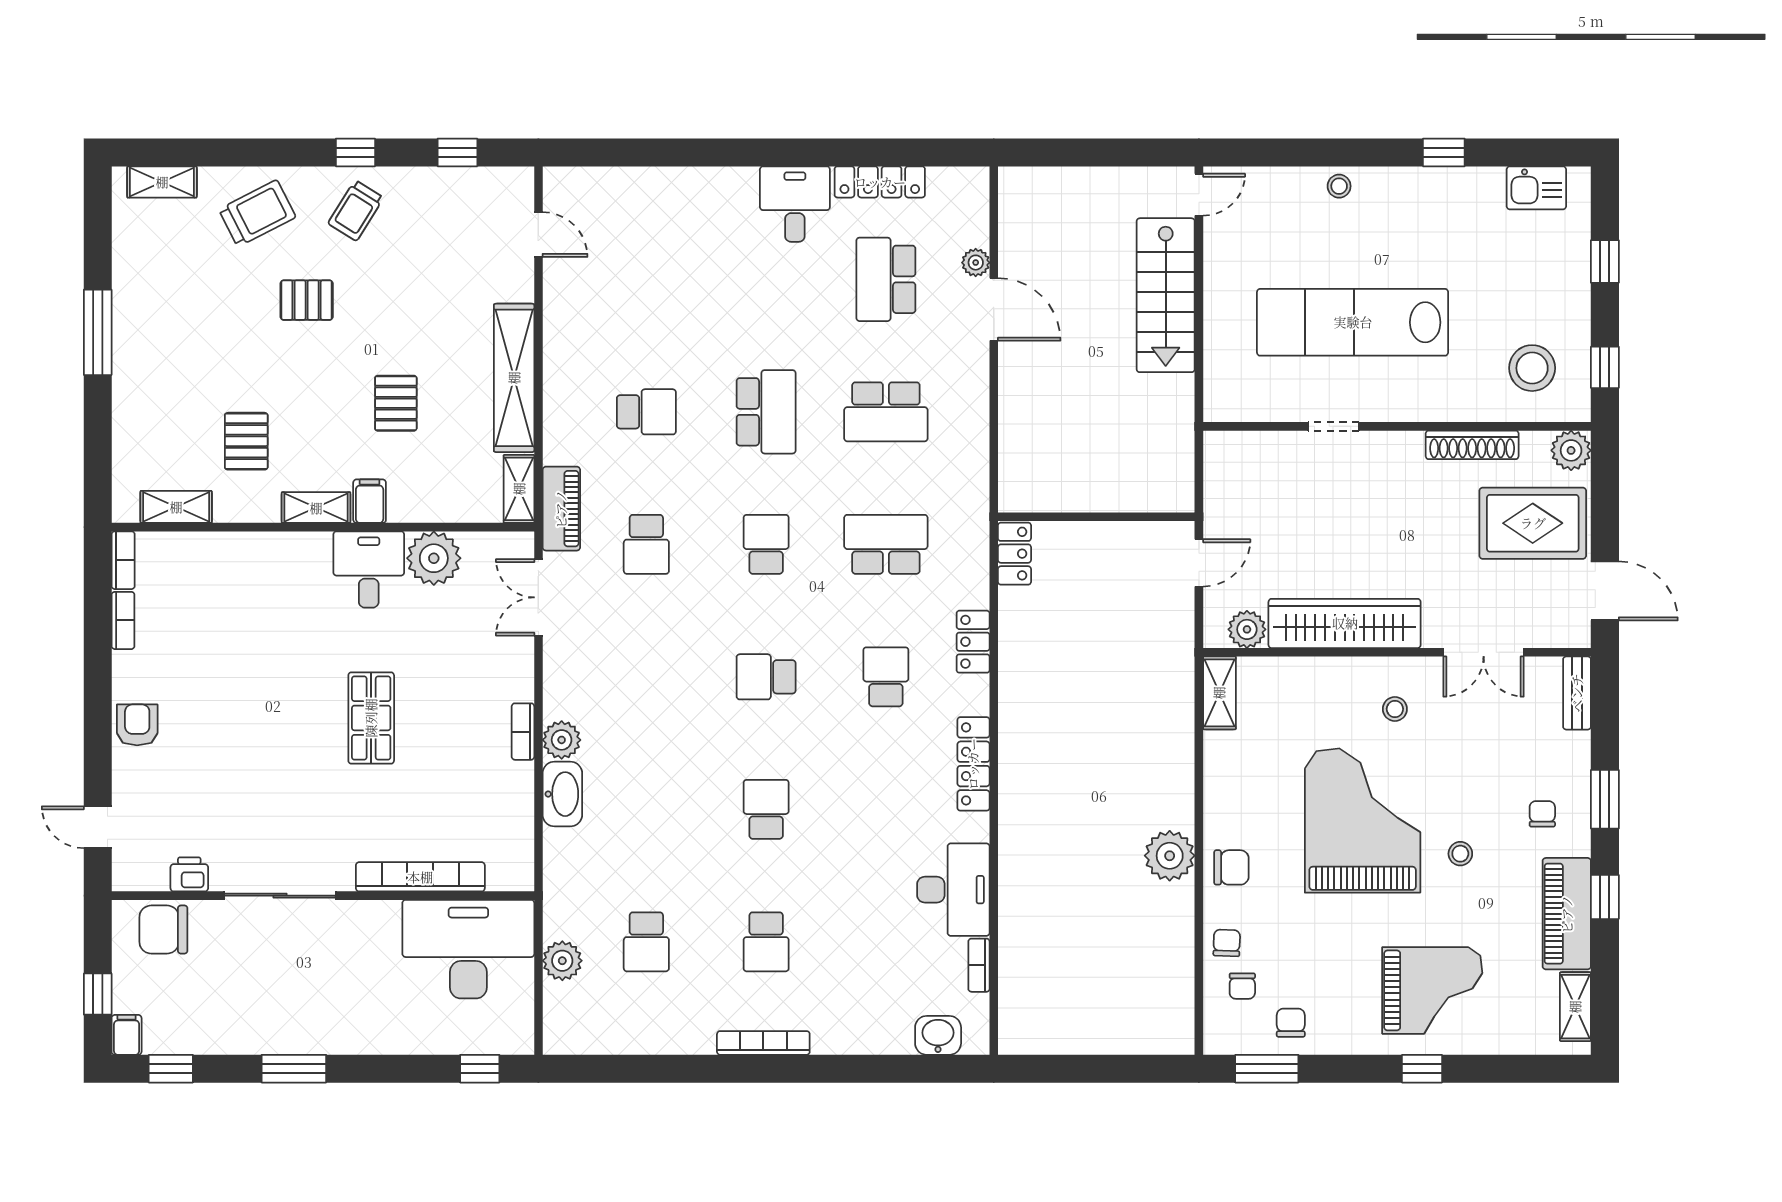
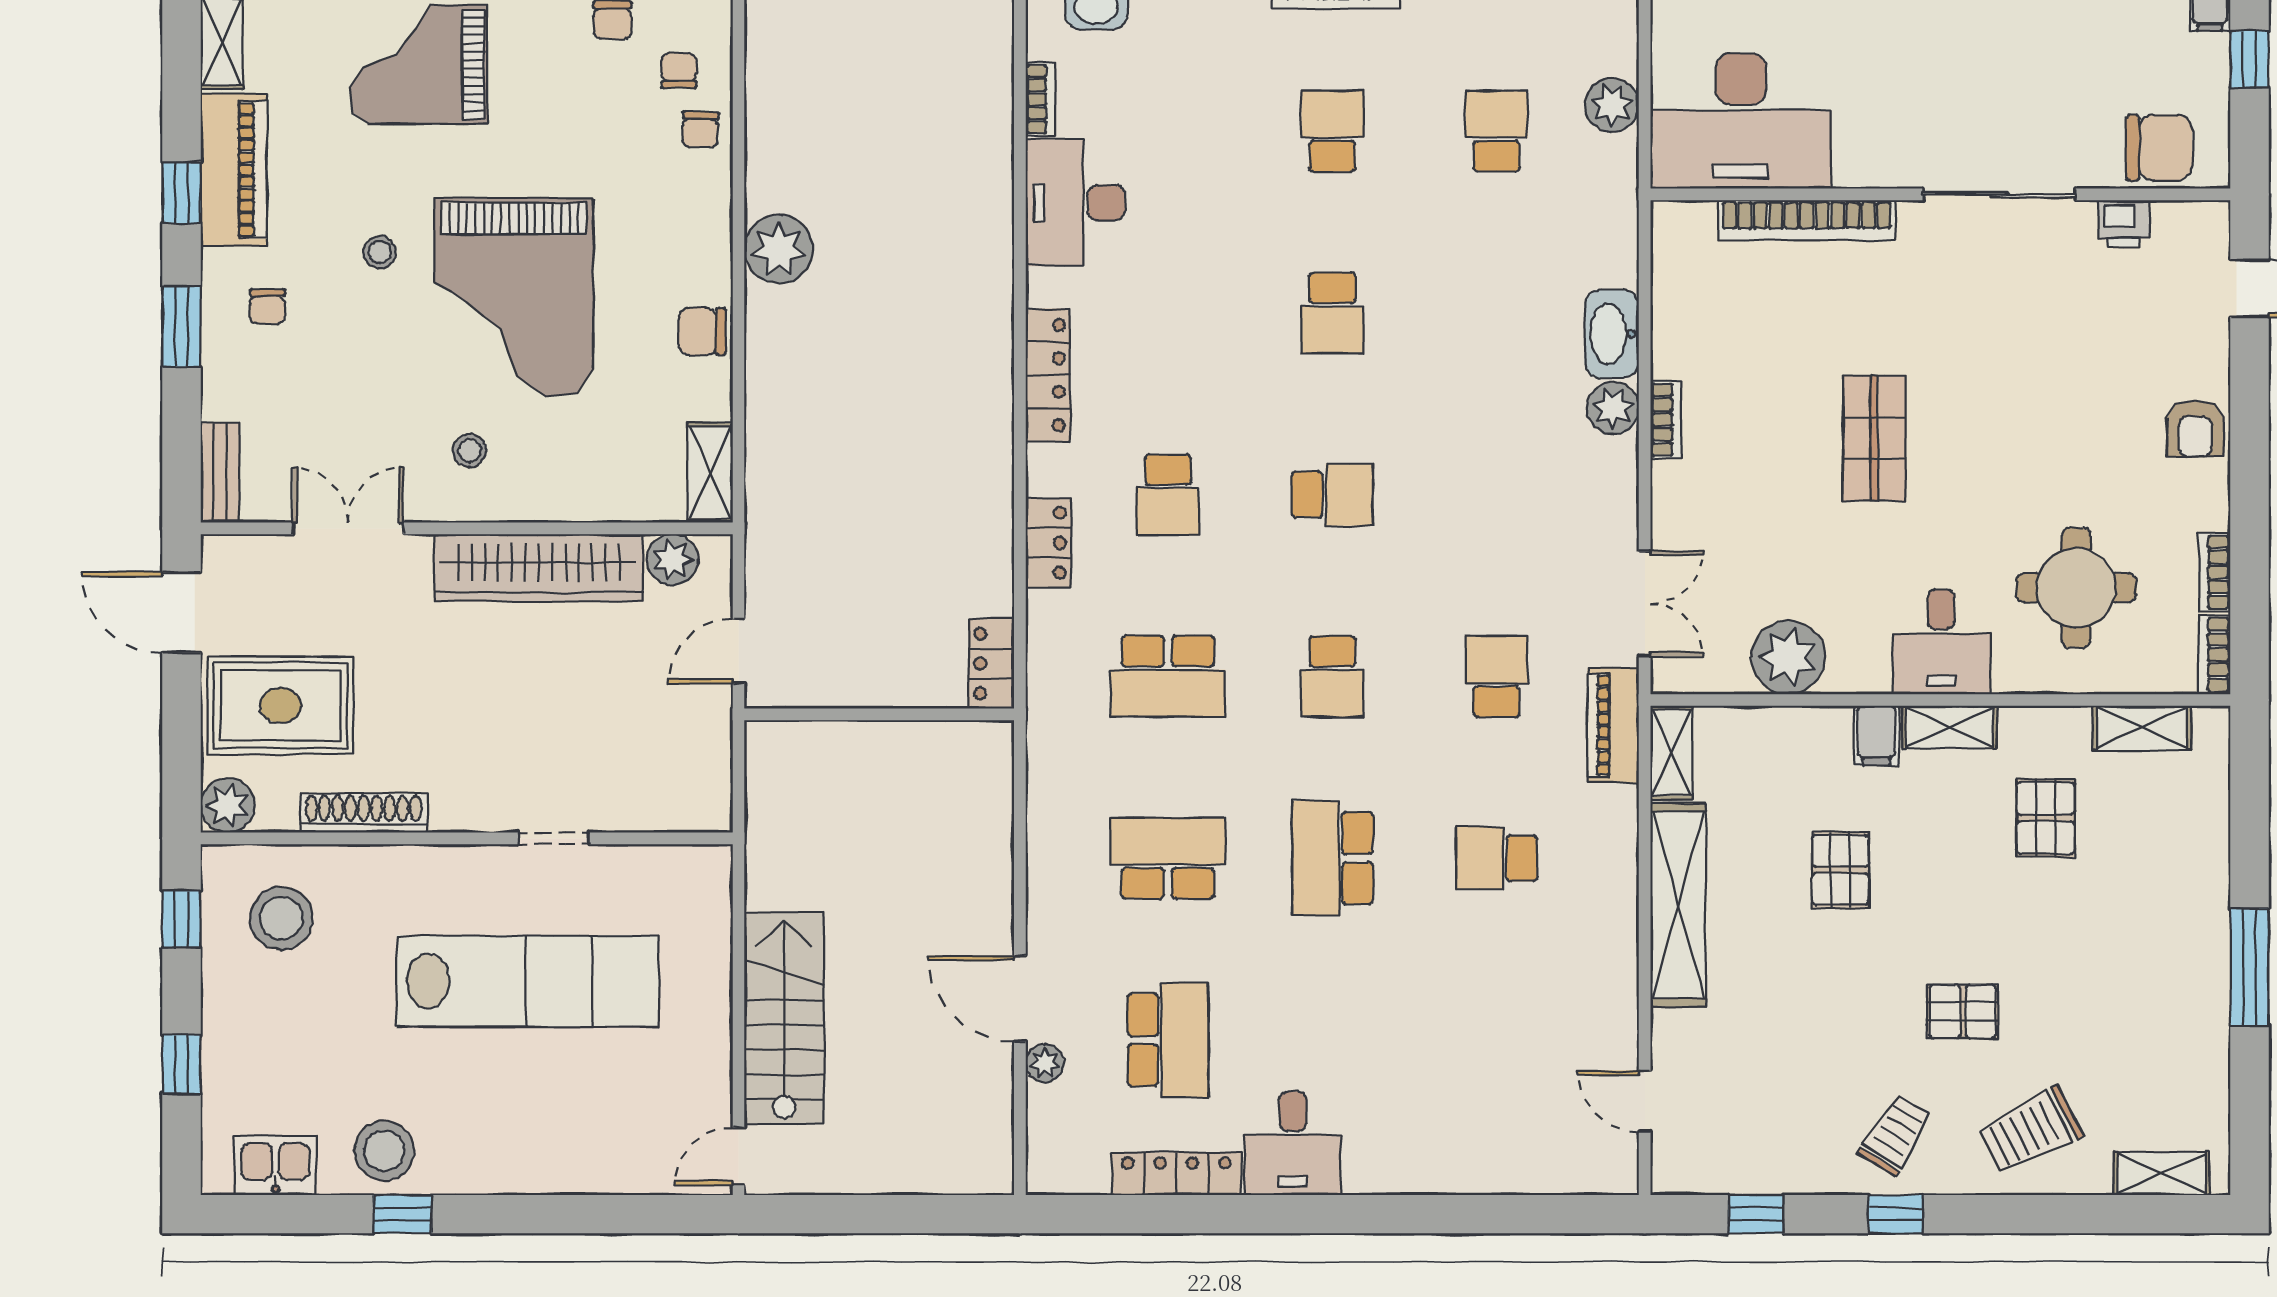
stool: (1339, 186) -> (384, 1151), moved, width x1.89, depth x1.89
desk: (369, 569) -> (1941, 642), moved
round table: (224, 609) -> (2076, 588), added
chair: (1231, 867) -> (702, 332), moved

